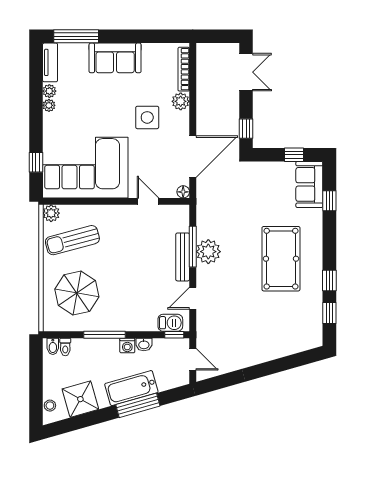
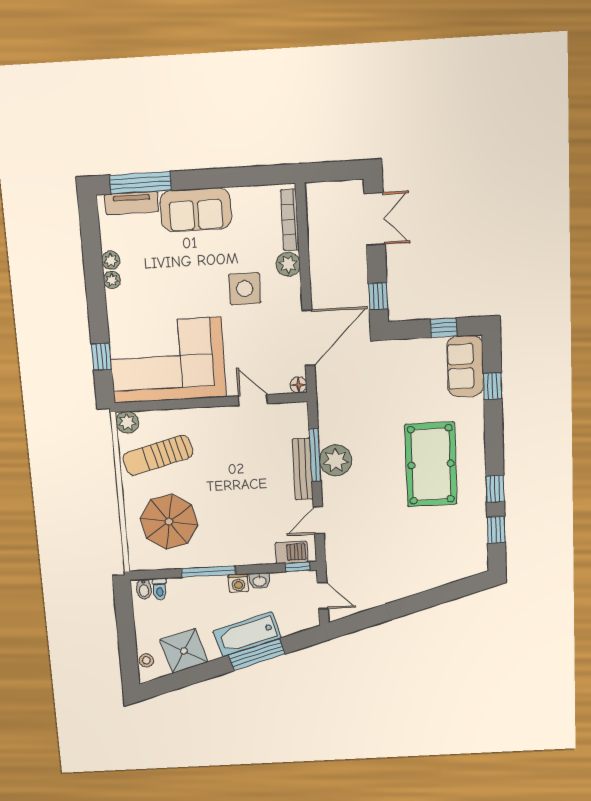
tv unit: (50, 62) -> (132, 203), moved, turned 90

